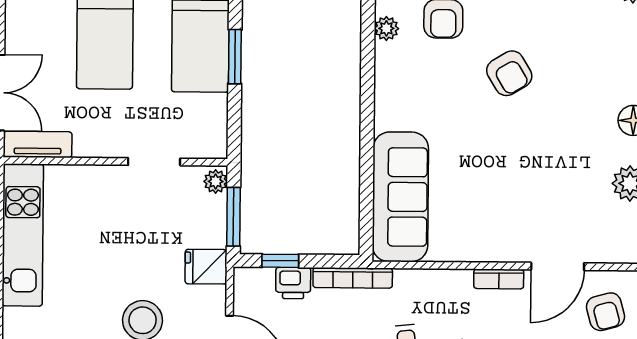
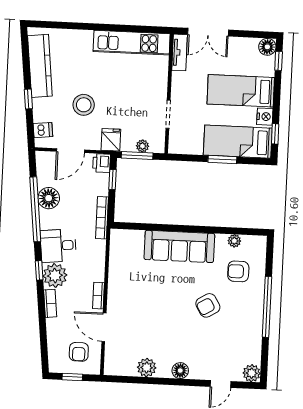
plant: (216, 181) -> (142, 146), moved
sofa: (400, 197) -> (179, 246), moved
printer: (293, 283) -> (102, 163), moved
armchair: (606, 312) -> (79, 352), turned -75

